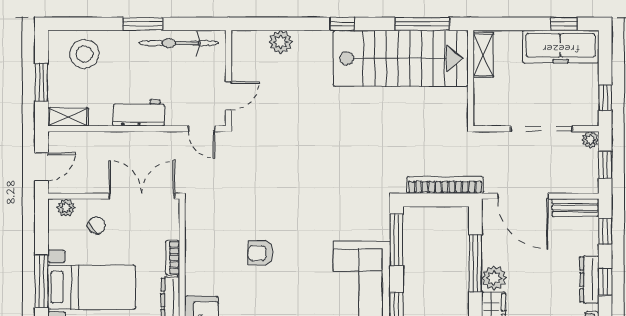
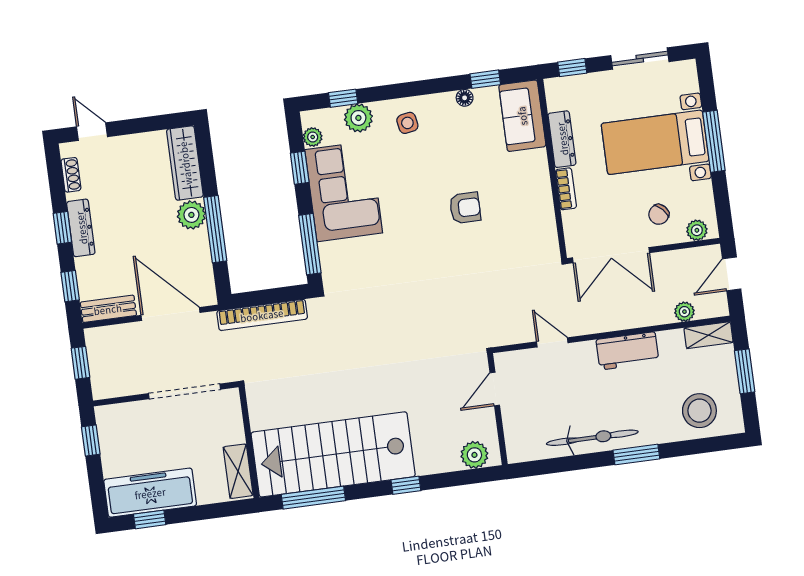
wall: (228, 78) -> (497, 409), moved
door: (228, 96) -> (495, 389), moved
doorway: (541, 129) -> (184, 391), moved
plant: (590, 140) -> (684, 312), moved

